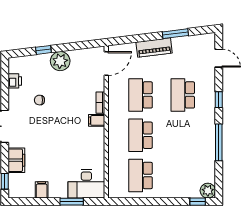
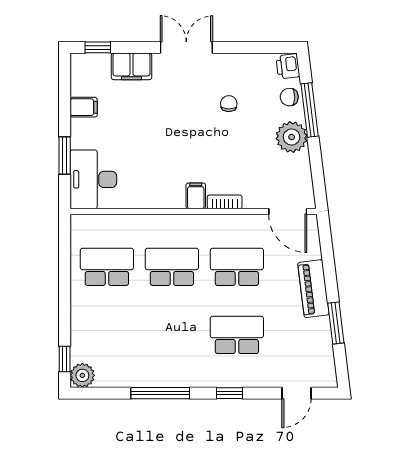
window: (43, 50) -> (310, 110), width x2.17
chair: (35, 63) -> (289, 97), added
printer: (15, 81) -> (288, 66), moved, turned 83

